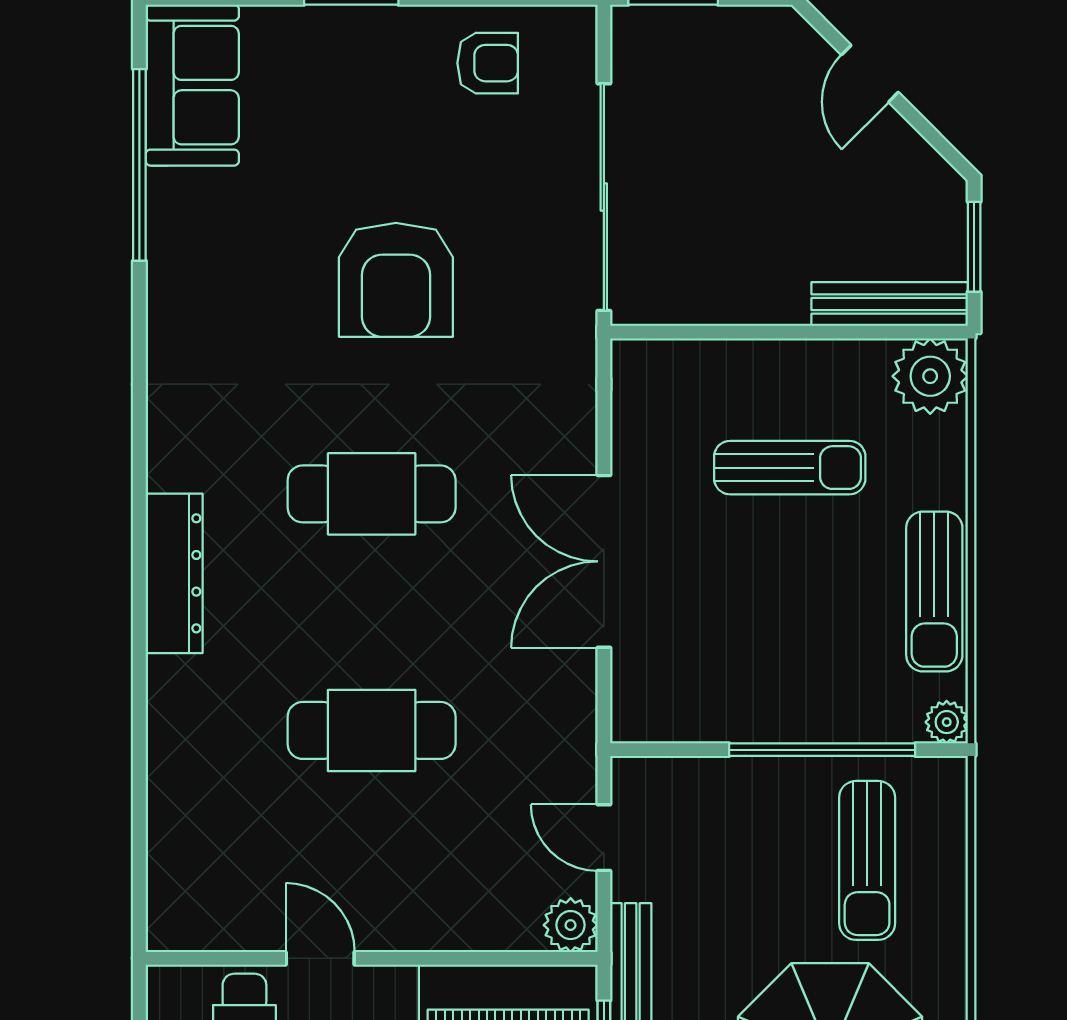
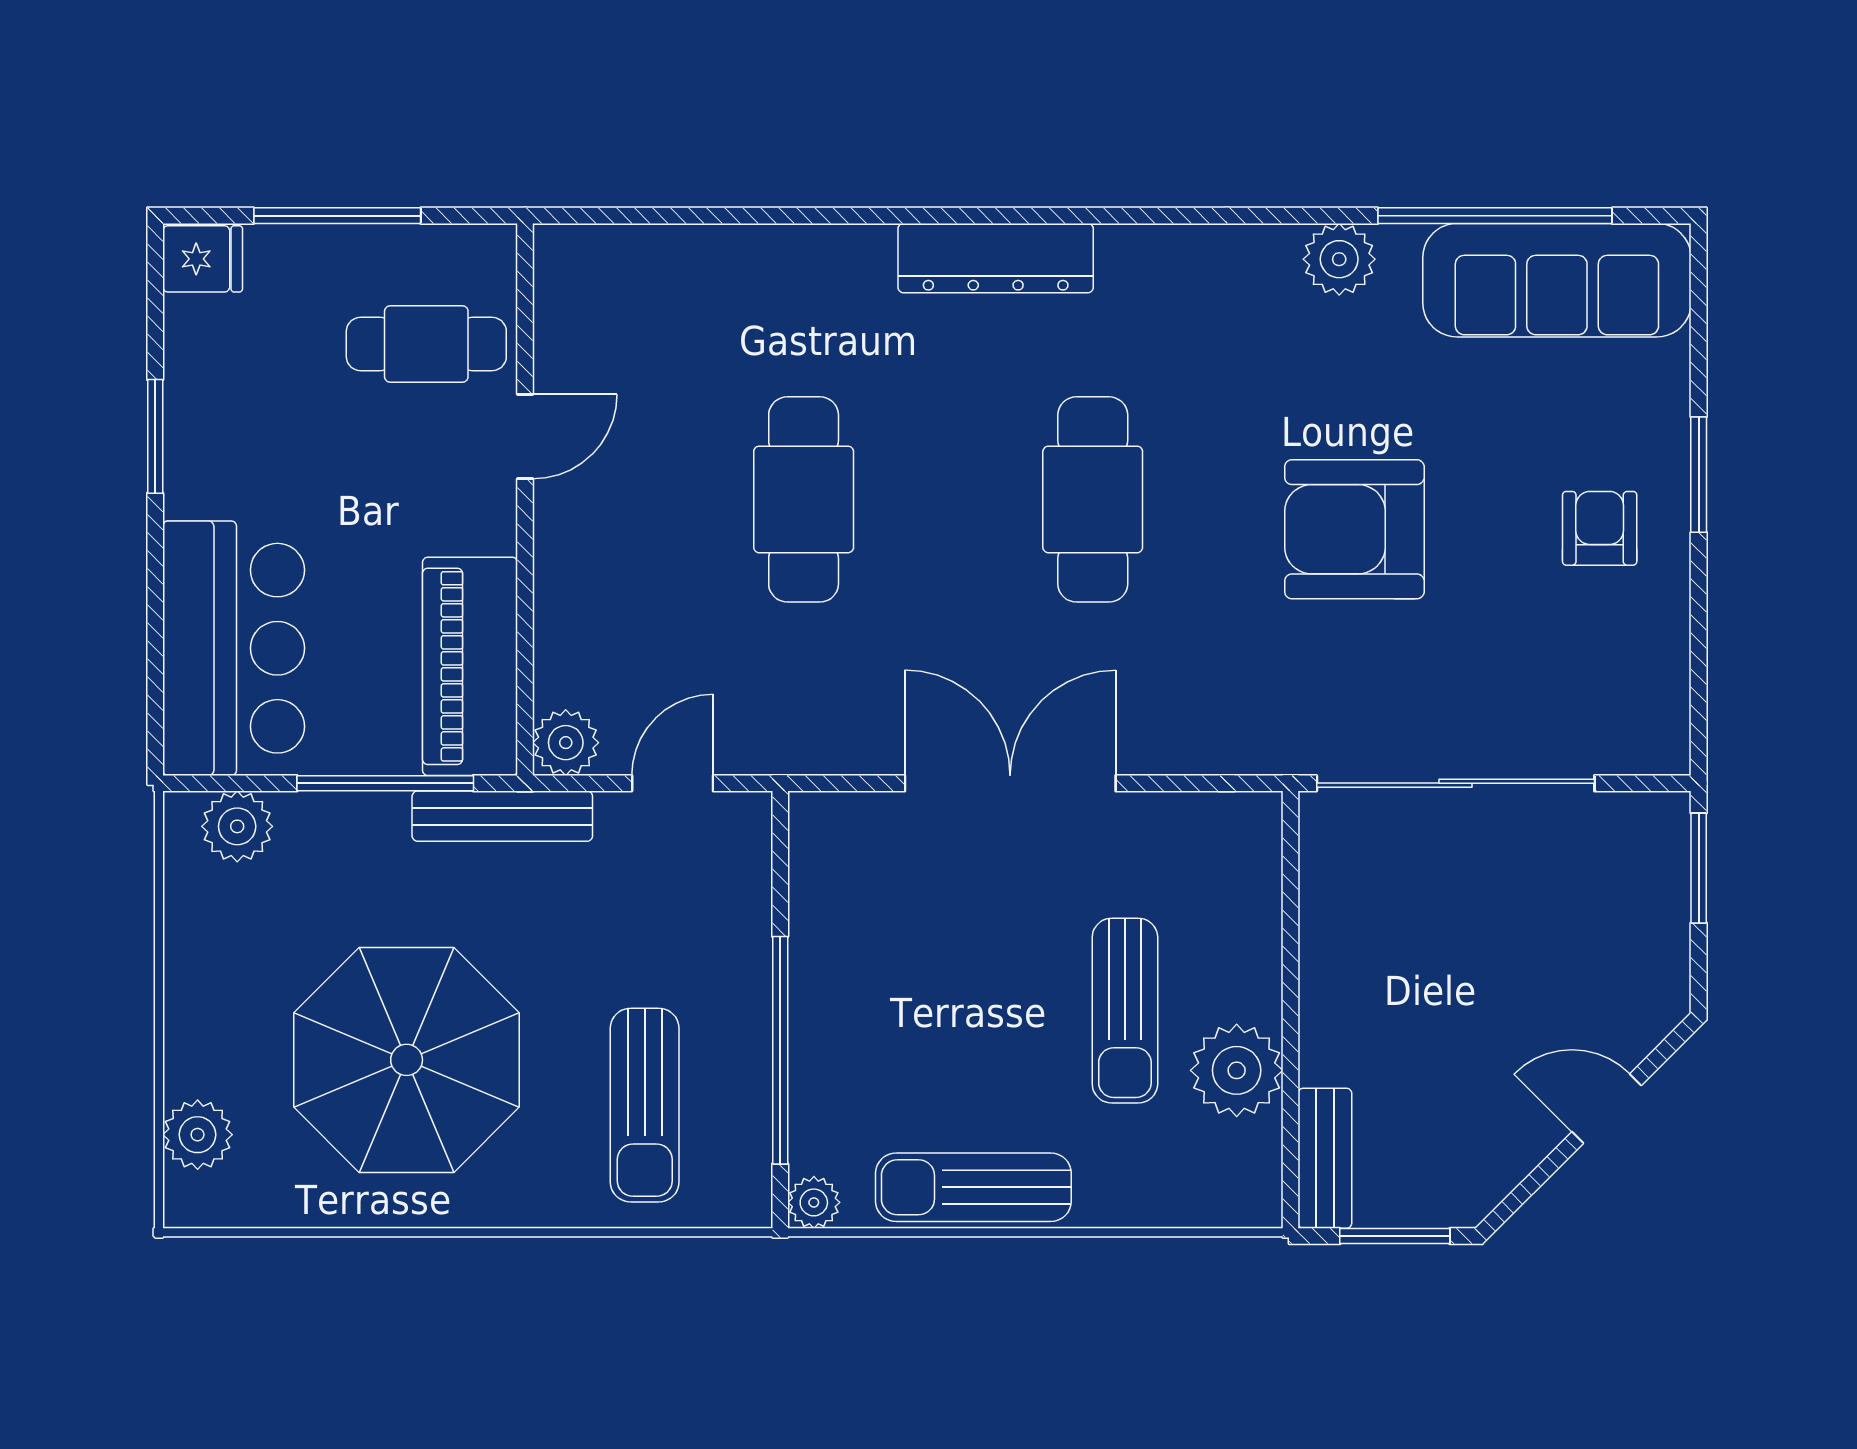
armchair: (488, 63) -> (1600, 528), moved, turned 180
sofa: (192, 85) -> (1557, 280), width x1.36
plant: (175, 292) -> (1339, 259), added
bench: (890, 304) -> (1325, 1158), width x0.73
plant: (930, 376) -> (1237, 1070), moved
sun lounger: (867, 860) -> (645, 1105), turned -90

